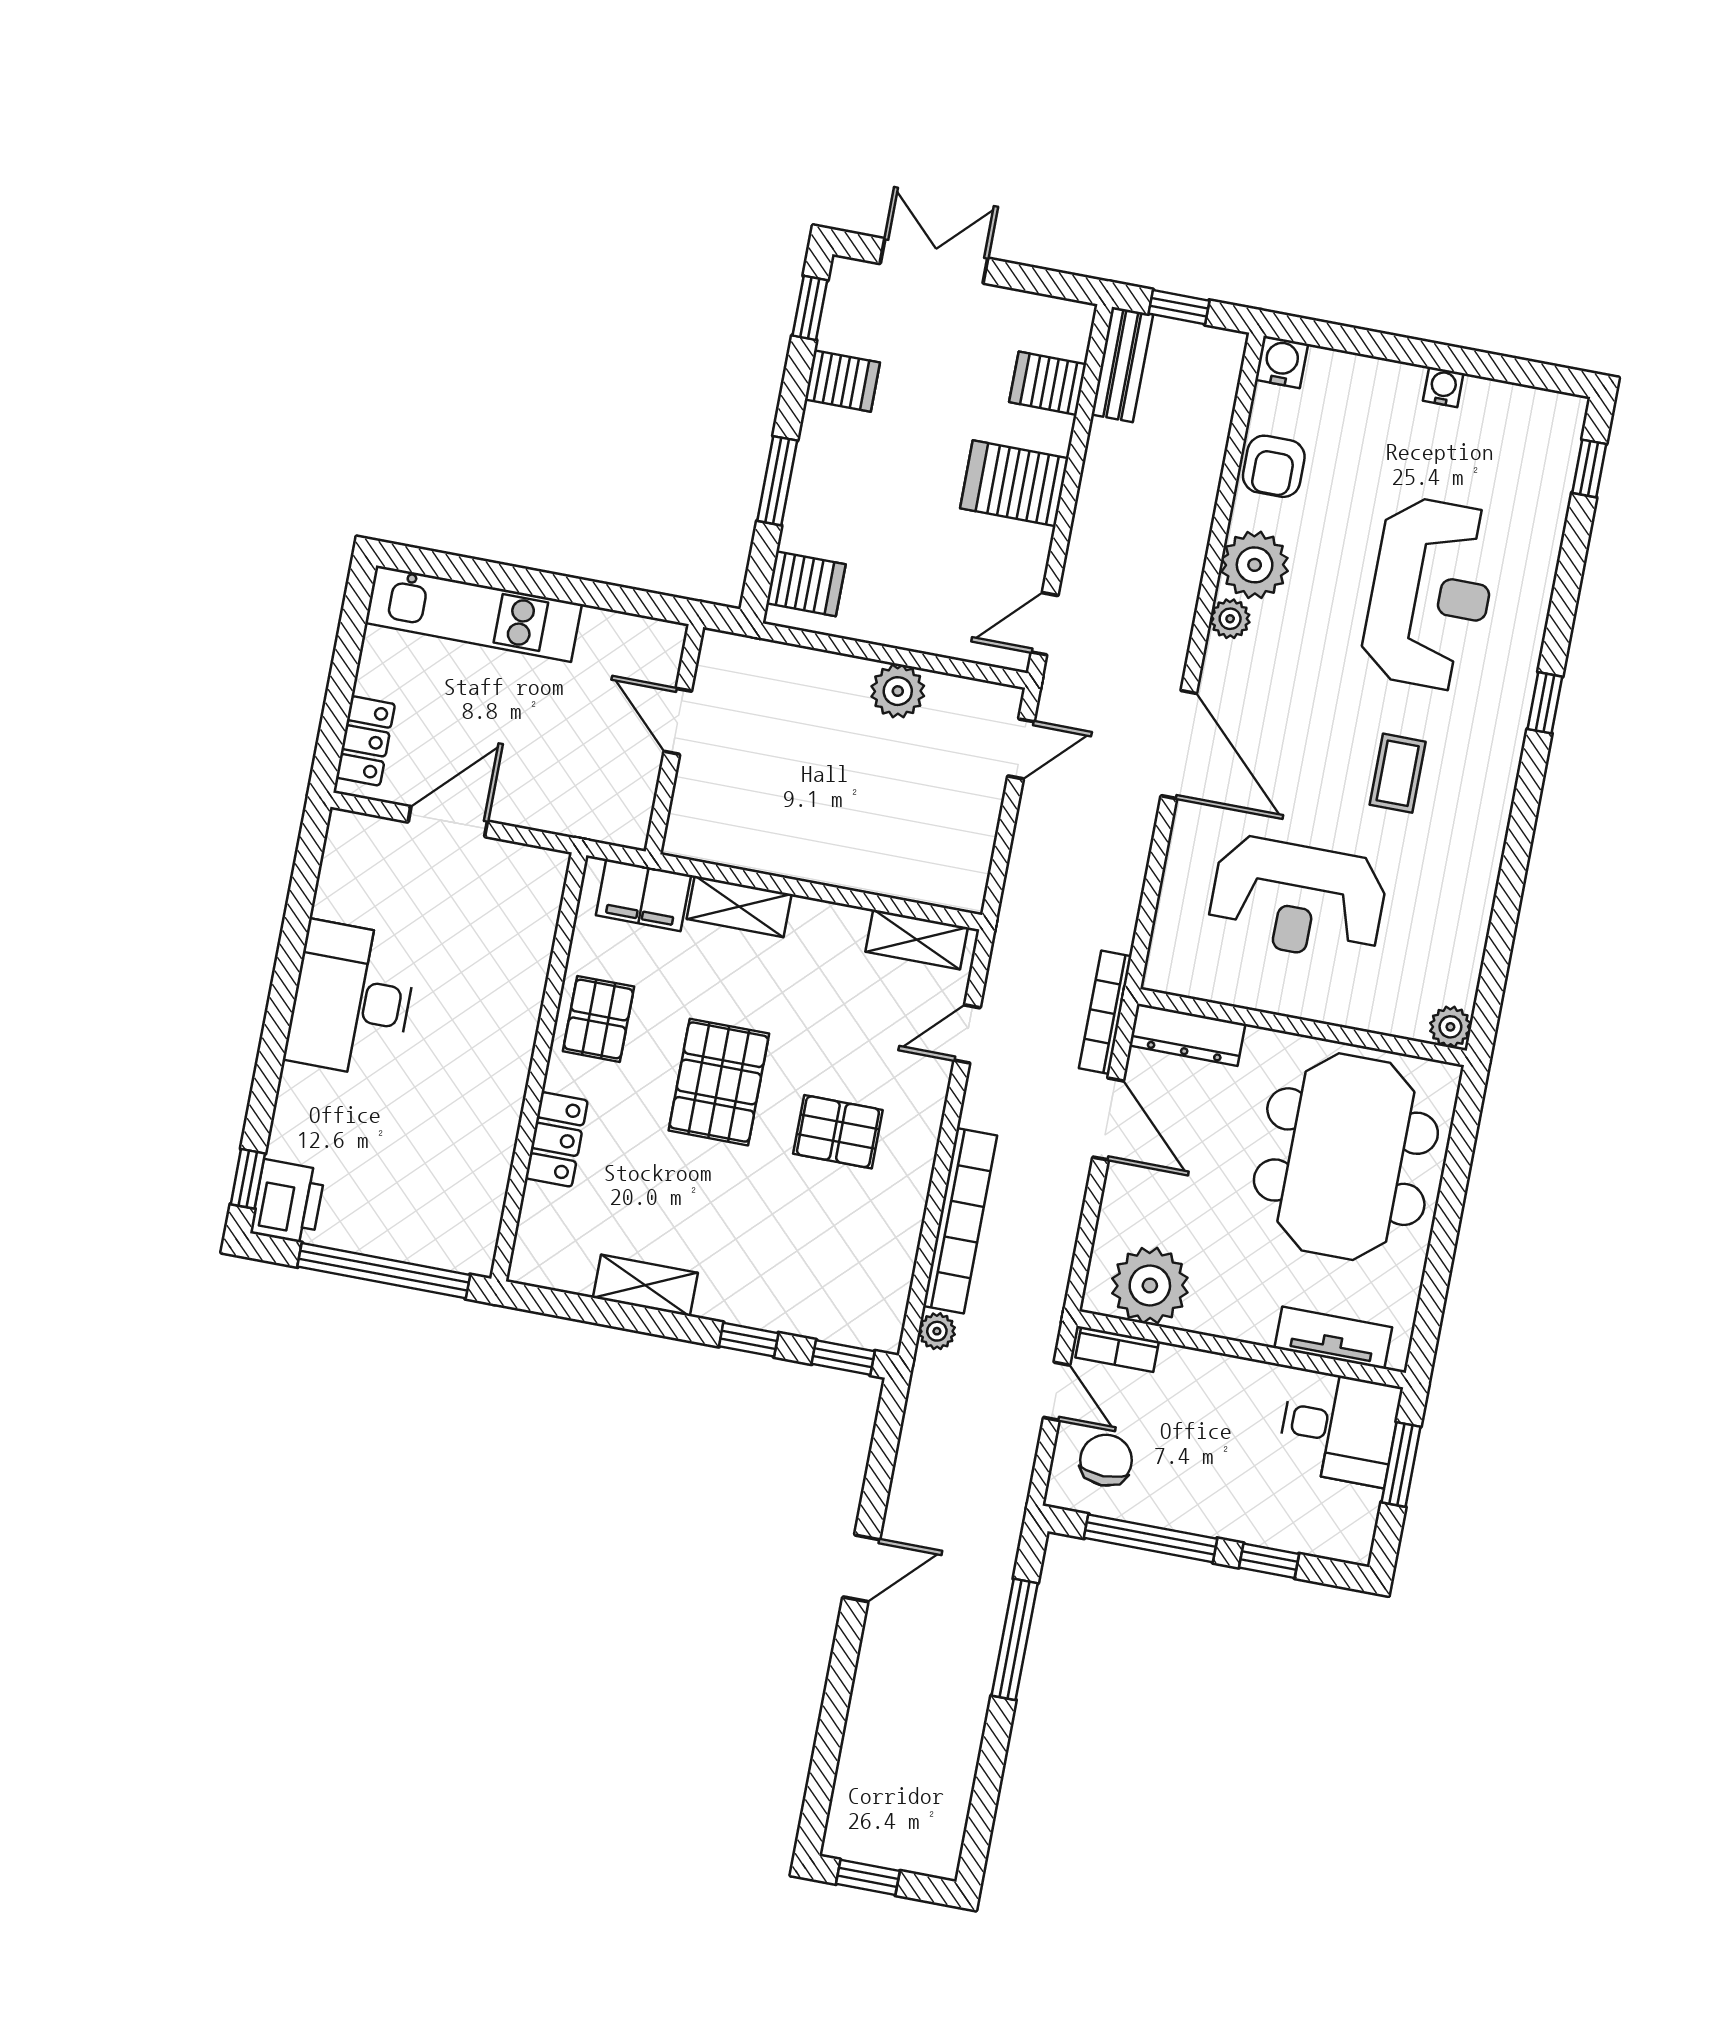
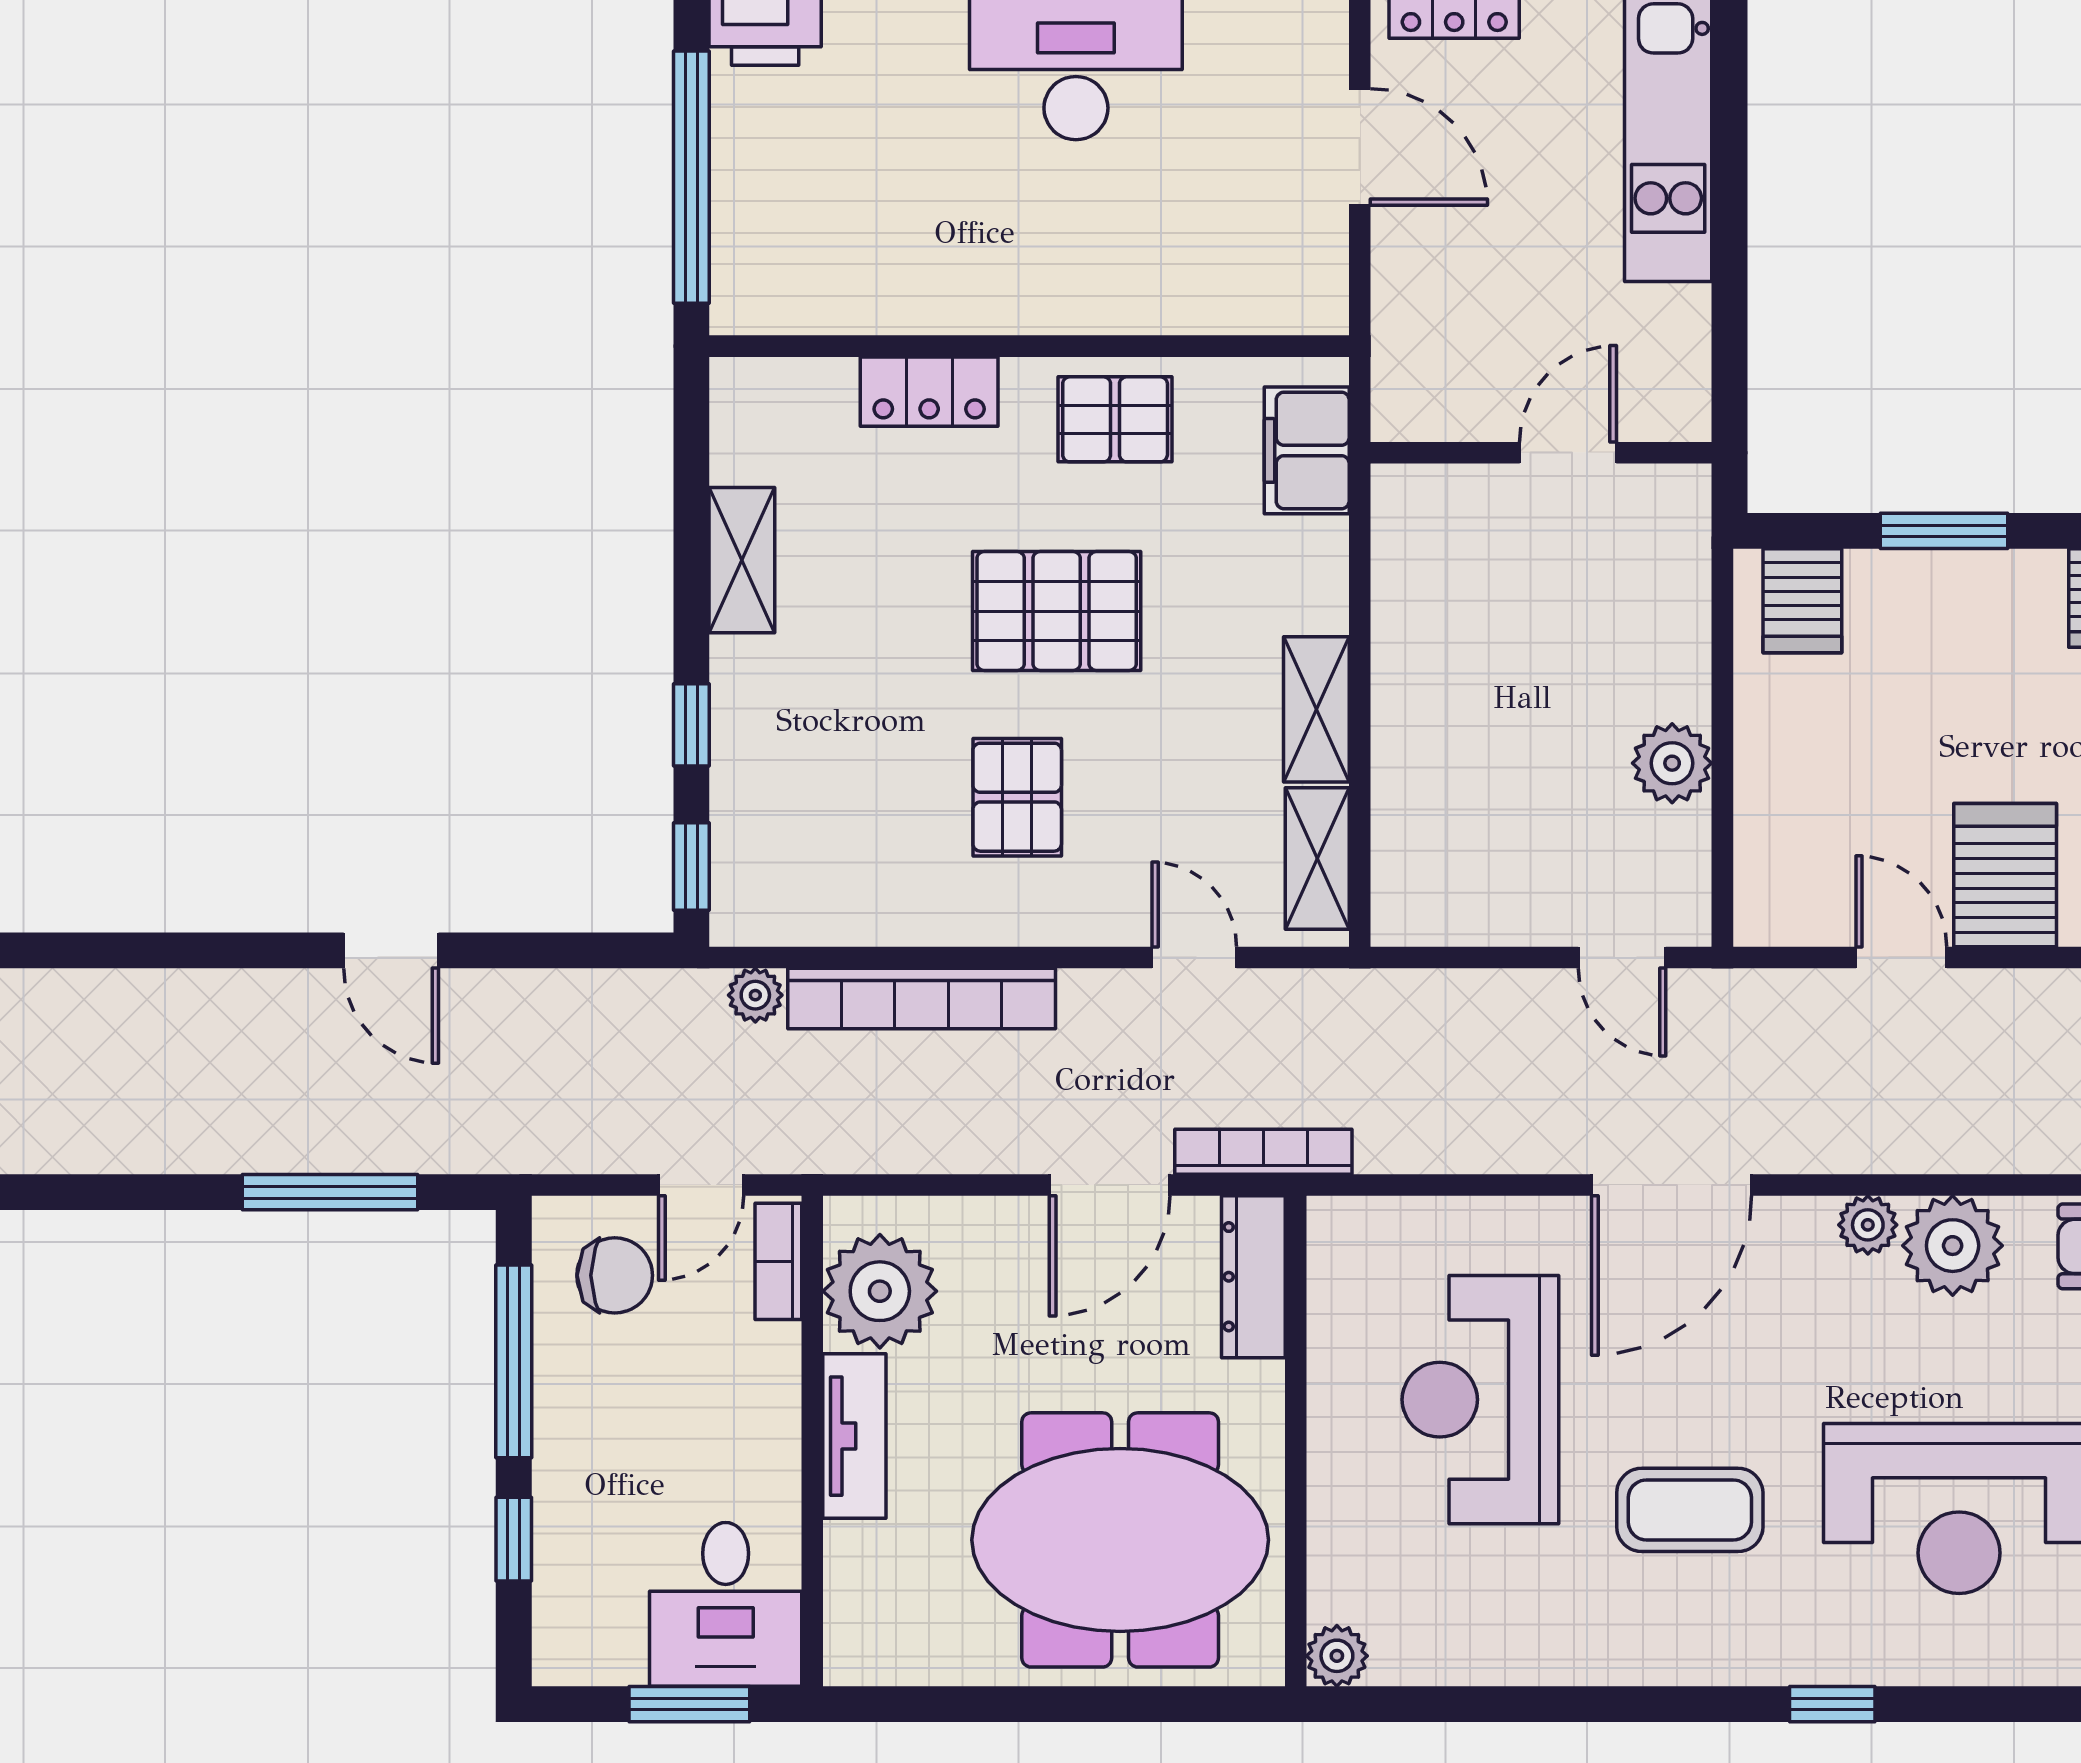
door: (1045, 624) -> (1901, 958), moved
coffee table: (1398, 773) -> (1690, 1510), width x1.36, depth x1.30
shelving: (739, 907) -> (1316, 709), moved
tv unit: (1333, 1338) -> (854, 1436), moved

